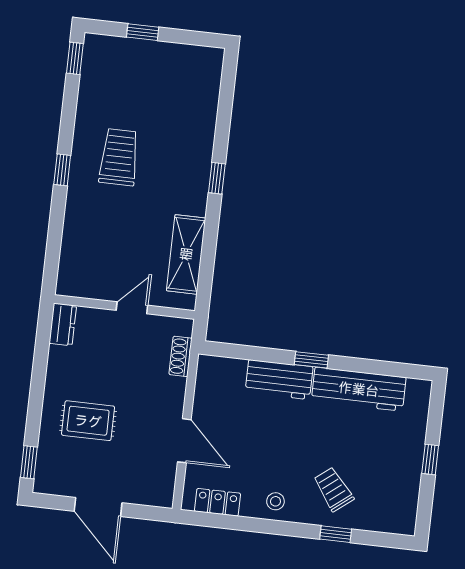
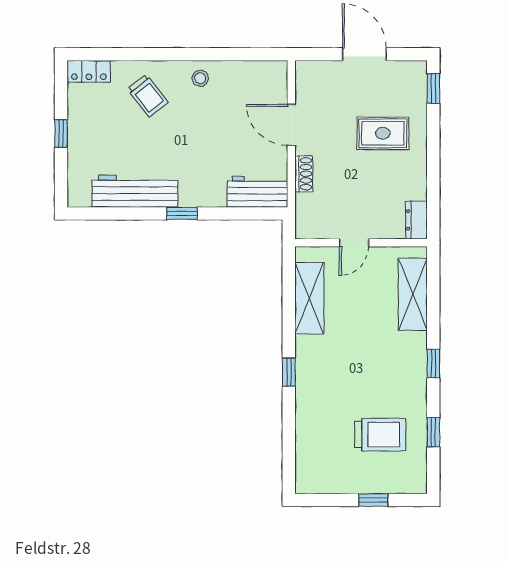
window: (75, 58) -> (433, 432), moved
trolley: (119, 157) -> (380, 435), moved, turned -90
shelving: (76, 246) -> (413, 294), added
shoe rack: (180, 356) -> (304, 174), moved
workbench: (279, 380) -> (257, 192), moved
locker: (217, 502) -> (89, 71), moved
window: (336, 534) -> (141, 54), removed

